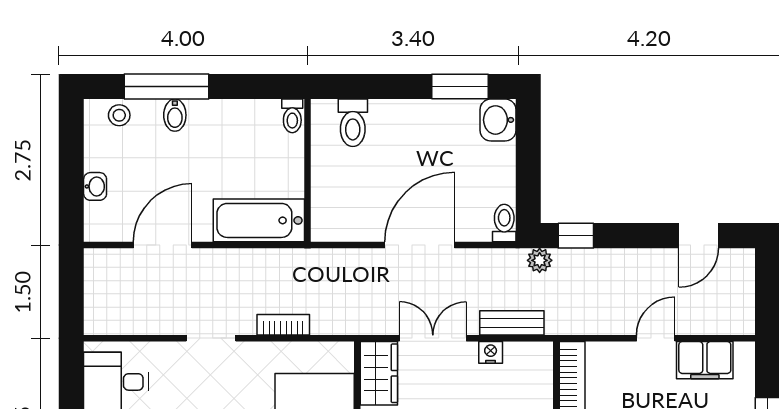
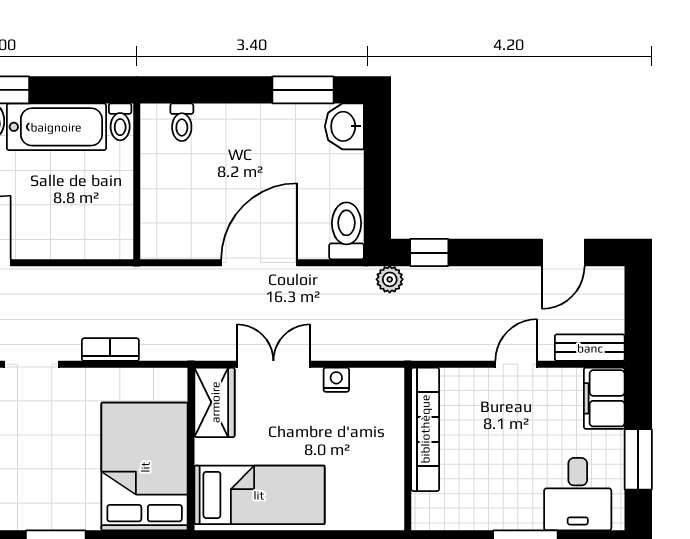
toilet: (353, 123) -> (182, 122), width x0.73, depth x0.72
bathtub: (259, 220) -> (56, 127), moved, turned 180
toilet: (504, 223) -> (346, 231), width x1.37, depth x1.39
bench: (512, 323) -> (590, 348), moved
filing cabinet: (705, 360) -> (604, 398), moved, turned 90

